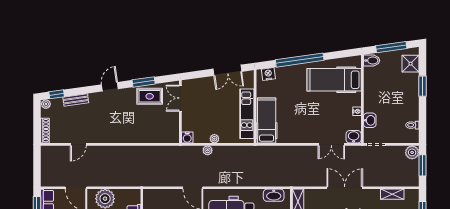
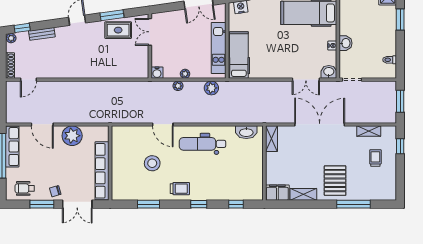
washbasin: (370, 120) -> (345, 43), moved
door: (78, 144) -> (28, 80), moved
plant: (412, 152) -> (211, 88), moved
double door: (345, 188) -> (320, 124), width x1.36

